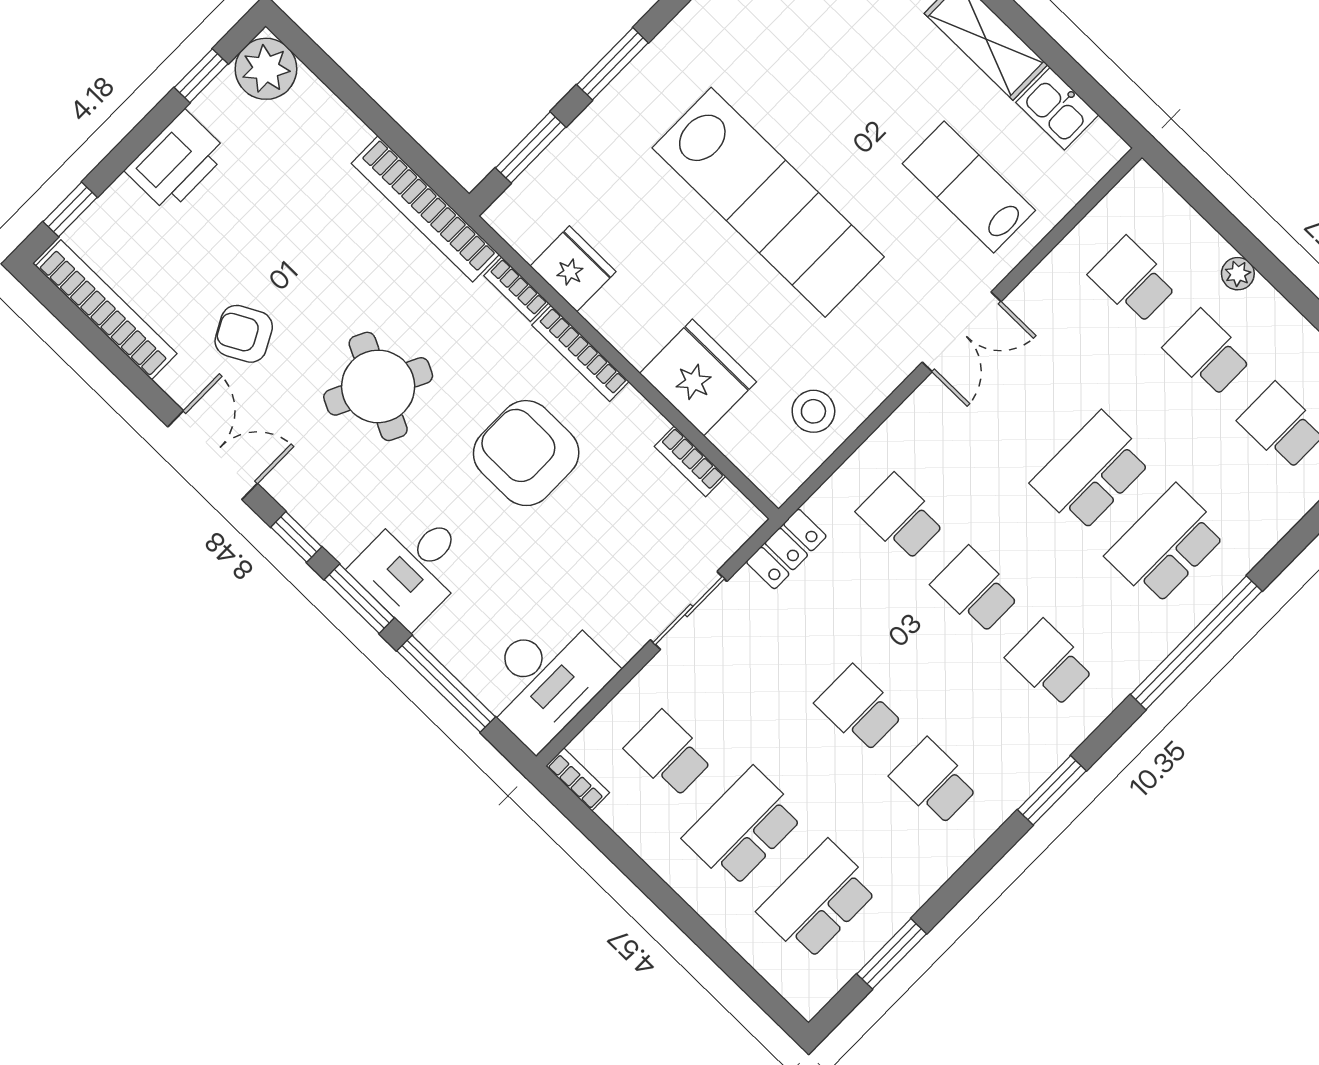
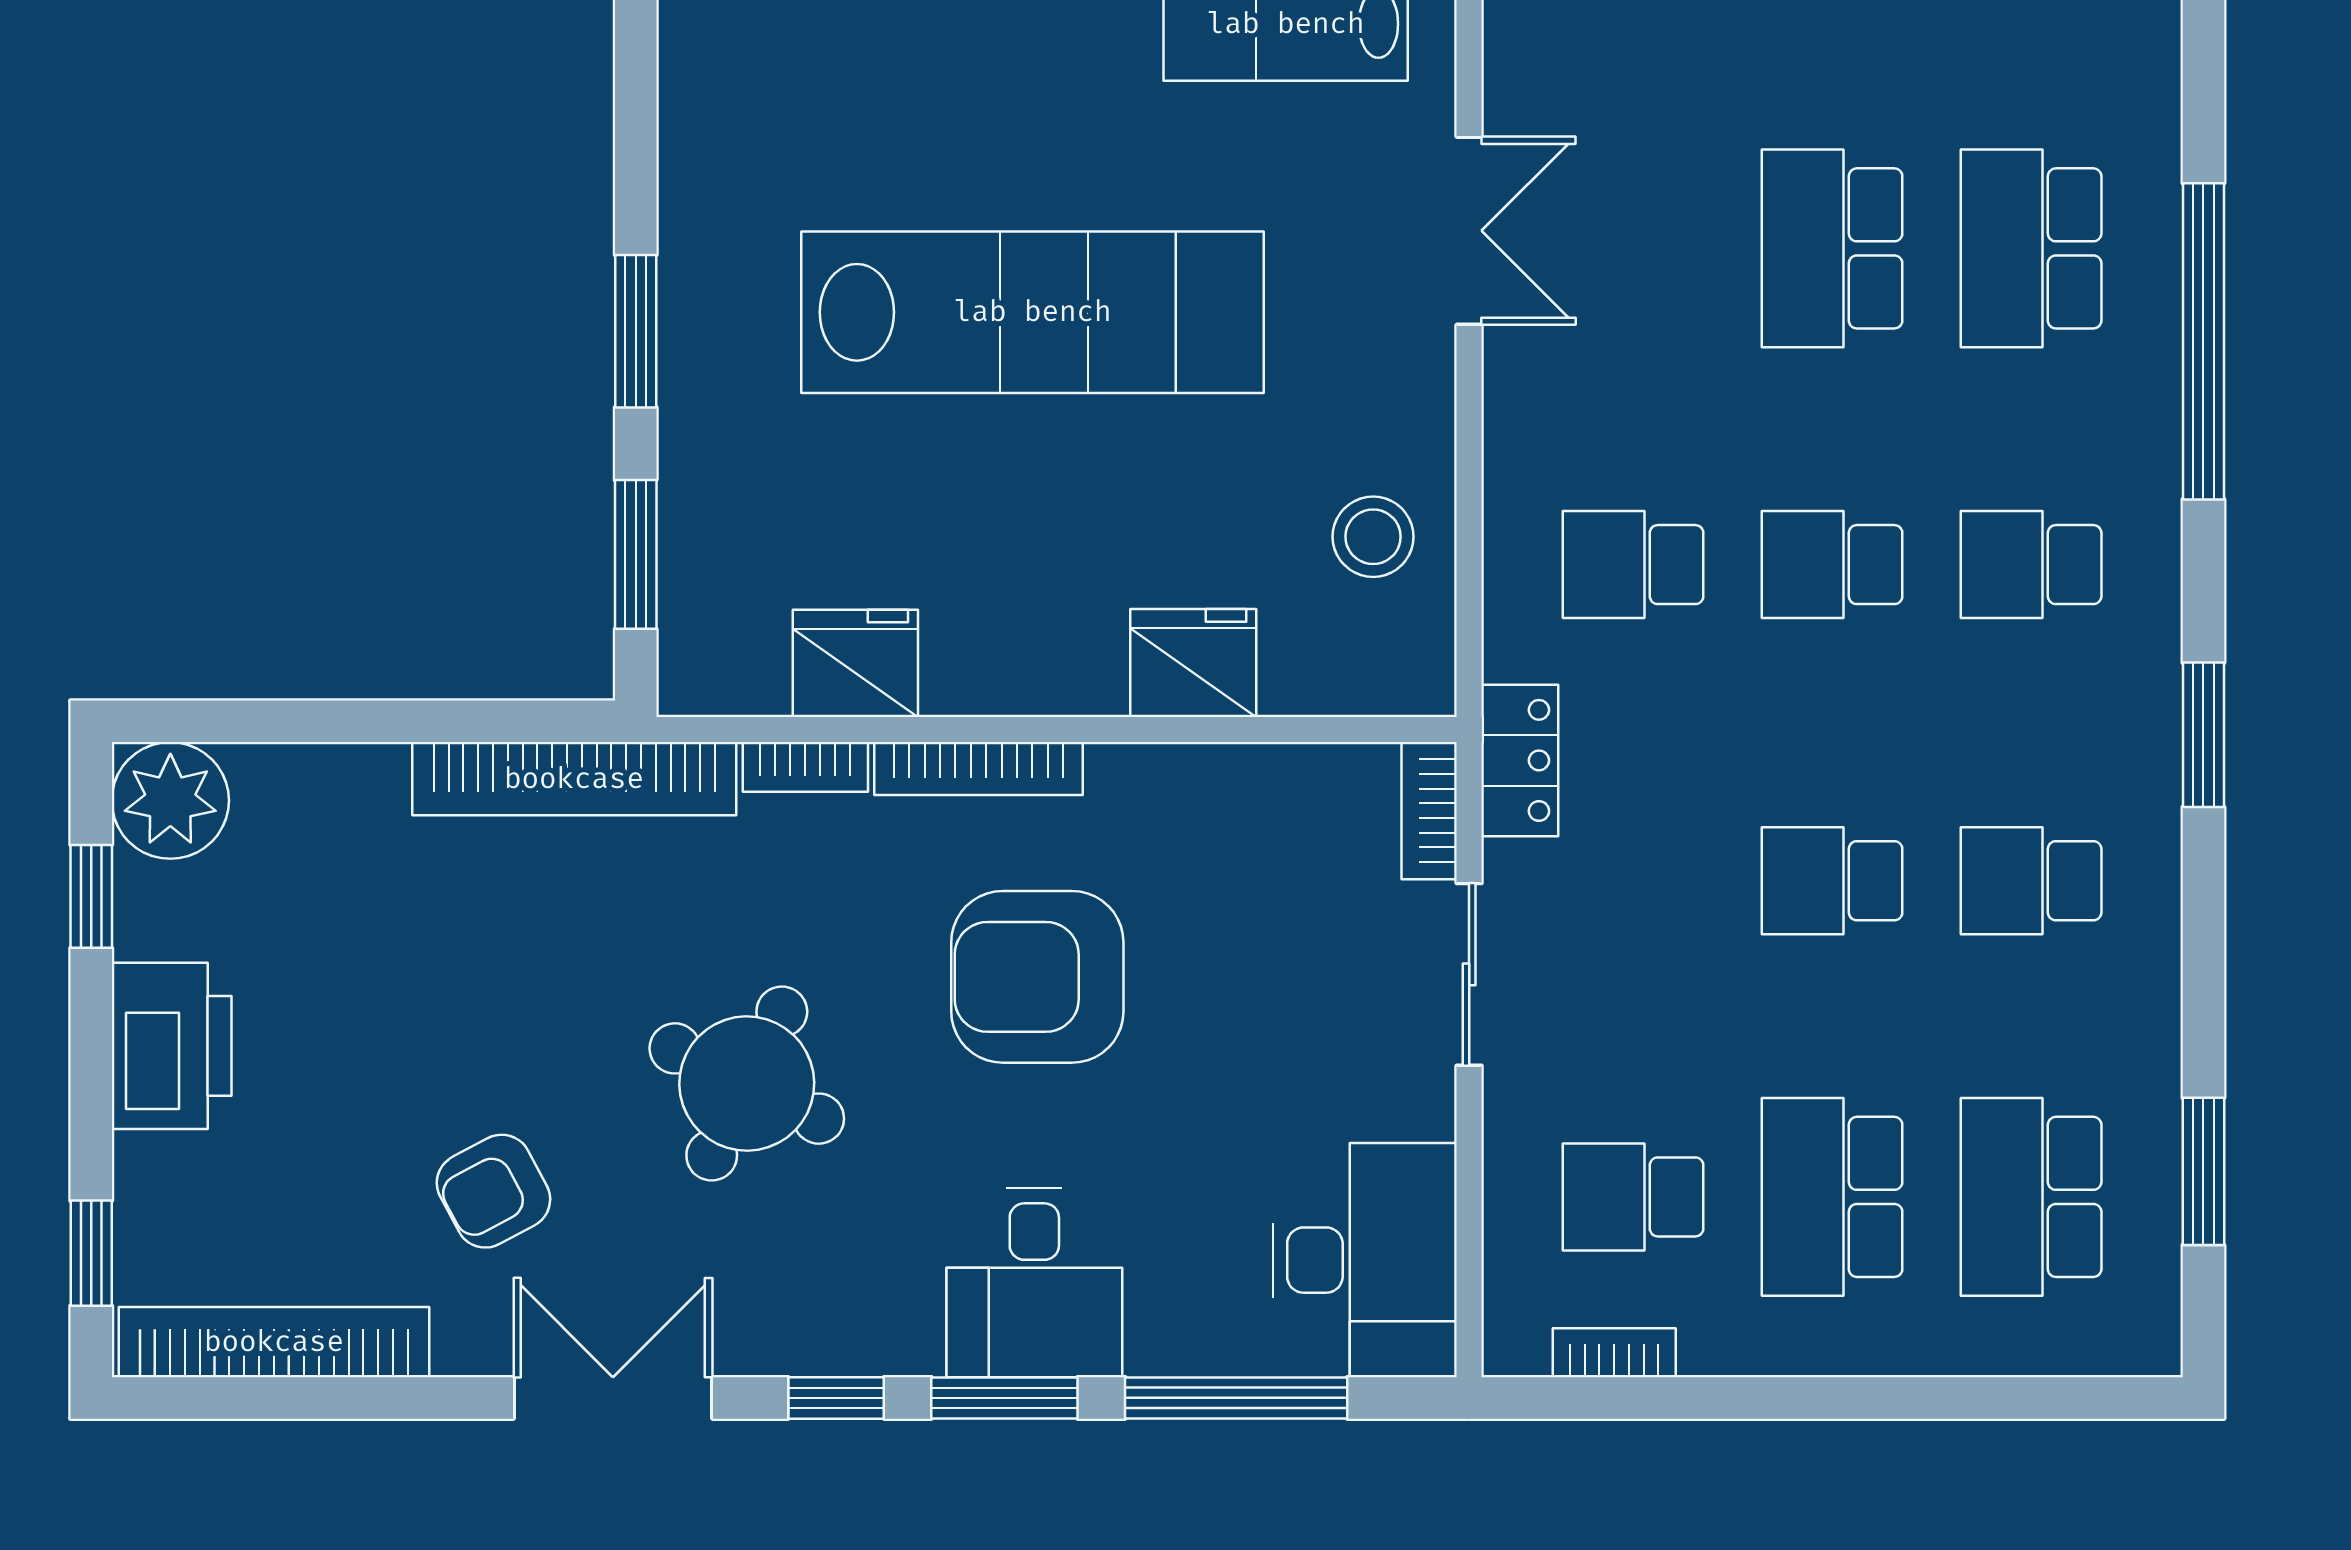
fridge: (698, 378) -> (1193, 663), width x0.73, depth x0.75
bookcase: (690, 461) -> (1429, 811), moved, turned 90
bookcase: (578, 779) -> (1614, 1353), moved

